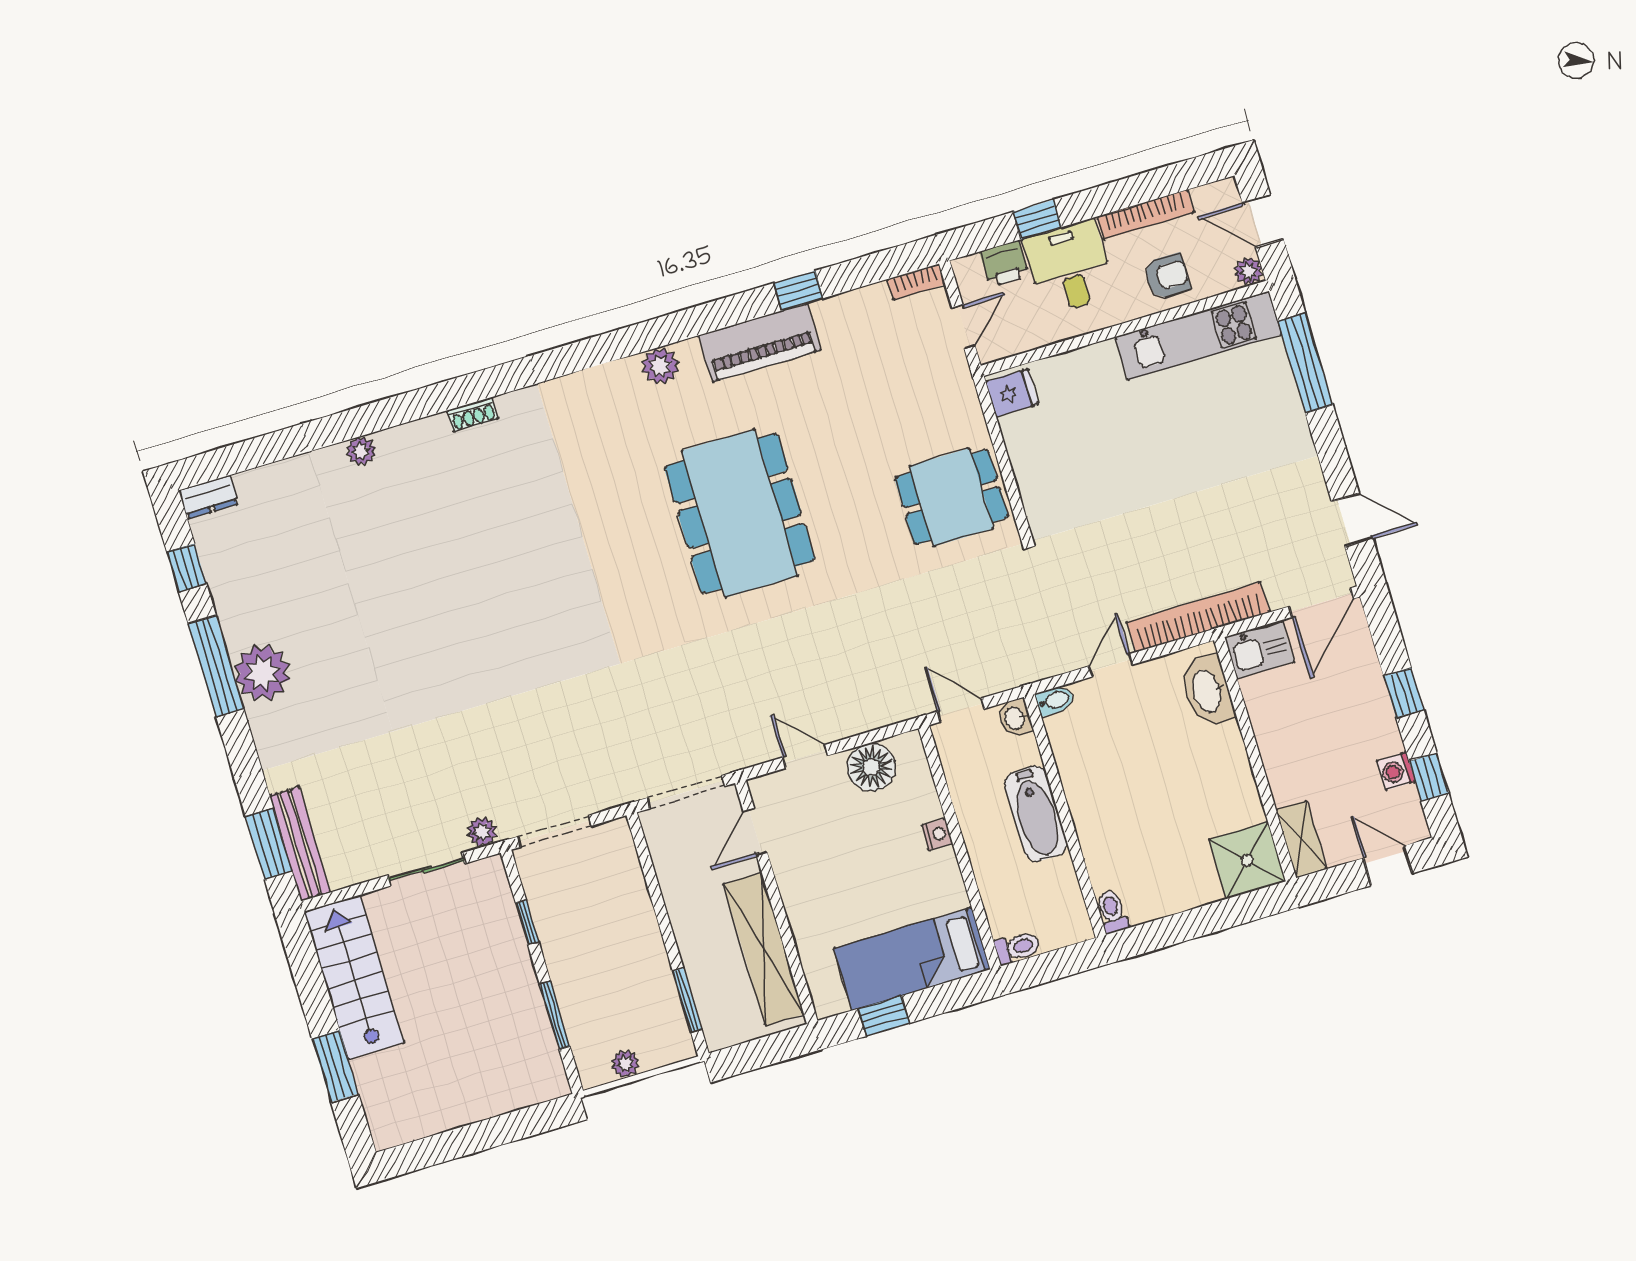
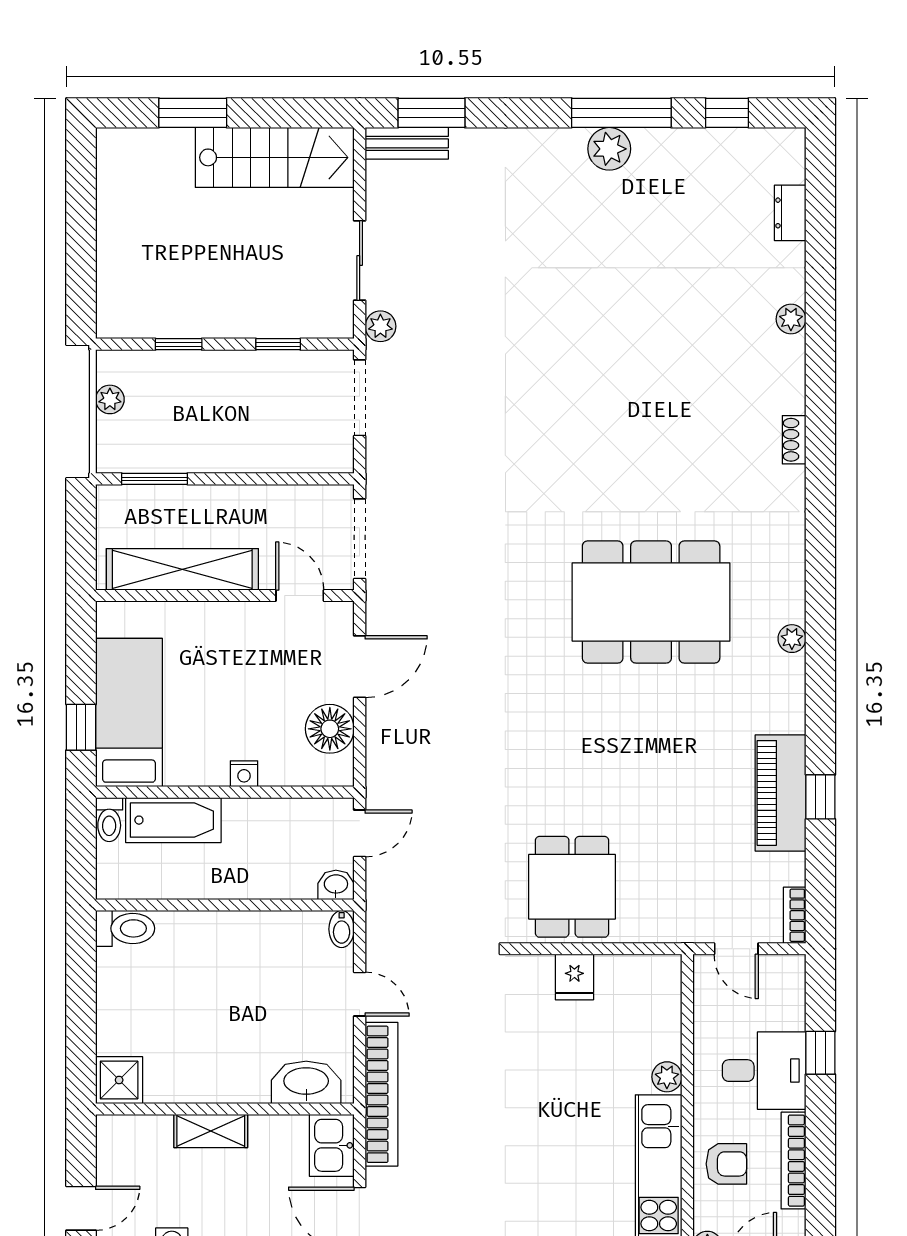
printer: (1005, 264) -> (786, 1008), removed
armchair: (1167, 276) -> (726, 1164), turned -90
piano: (760, 343) -> (780, 793), moved
plant: (1102, 356) -> (667, 1077), added
plant: (660, 366) -> (792, 639), width x0.73, depth x0.73
fridge: (1012, 393) -> (574, 977), moved
dresser: (209, 497) -> (790, 213), moved
dining table: (740, 513) -> (651, 602), moved
plant: (262, 673) -> (609, 149), width x0.73, depth x0.73
door: (805, 756) -> (360, 667), width x1.38
bathtub: (1036, 814) -> (173, 820), moved, turned 180
shelving: (1301, 839) -> (211, 1131), moved
bench: (300, 844) -> (407, 143), width x0.73
shower: (1247, 860) -> (119, 1080), width x0.73, depth x0.73
toilet: (1112, 911) -> (125, 928), width x1.37, depth x1.39
window: (555, 1015) -> (179, 344), width x0.67
window: (884, 1016) -> (81, 727), moved

